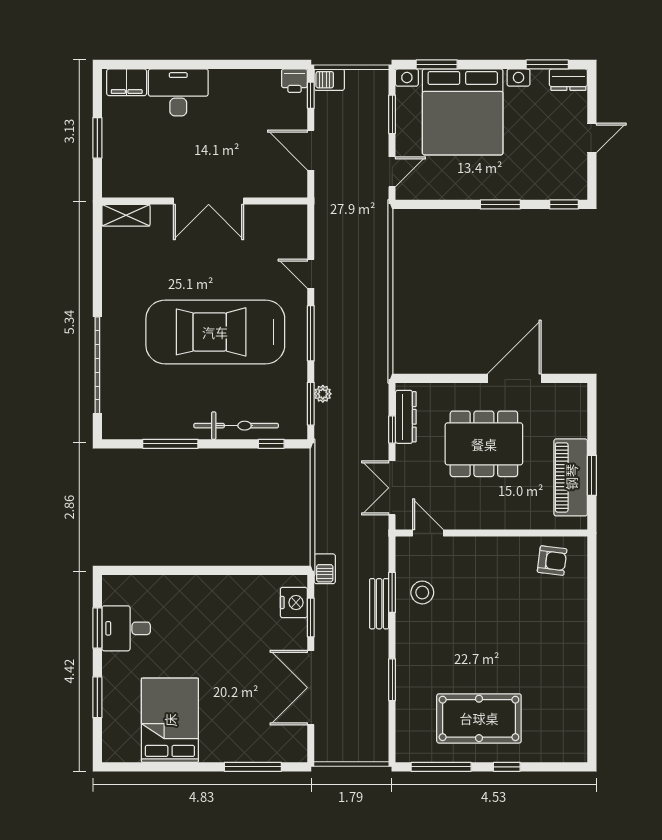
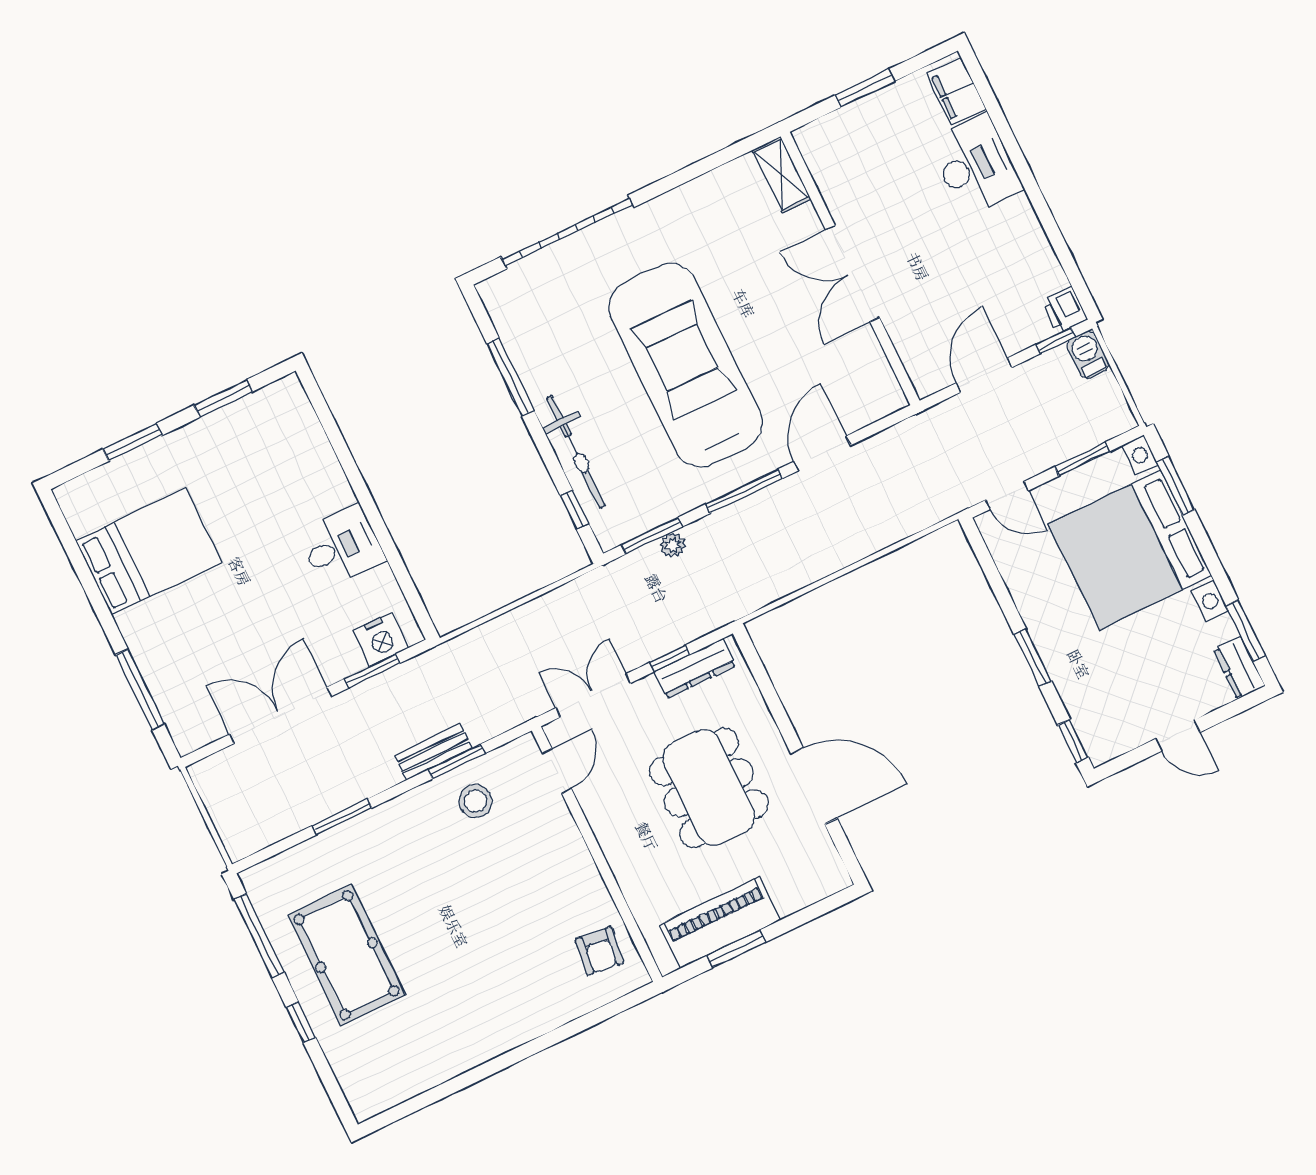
door: (311, 274) -> (822, 453), width x1.38
barbecue: (325, 569) -> (445, 658), removed
desk: (126, 628) -> (342, 546), moved, turned 90

